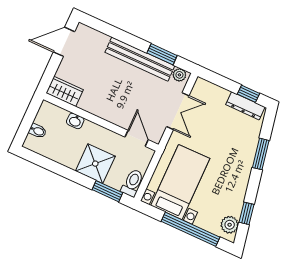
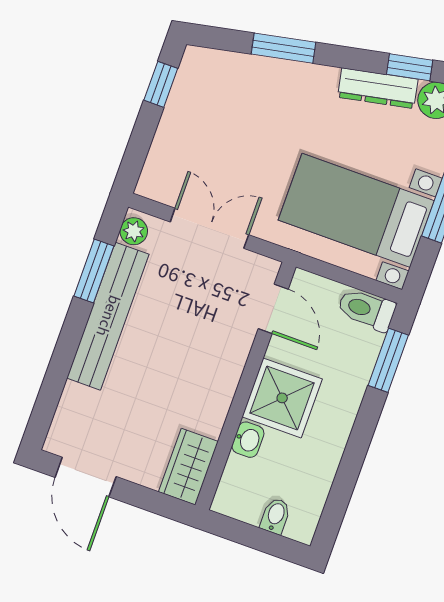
dresser: (245, 106) -> (378, 88), moved, turned 79
door: (137, 138) -> (273, 309), swing flipped
shower: (95, 164) -> (282, 398), moved

